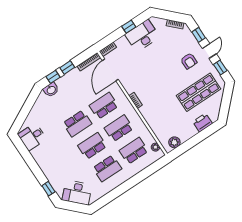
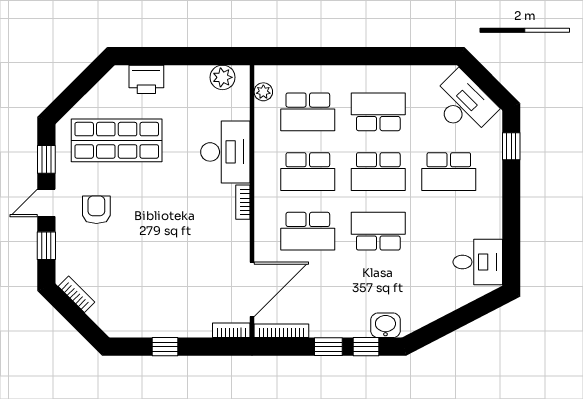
desk: (142, 36) -> (225, 152), moved, turned -90
school desk: (66, 164) -> (449, 172), added

